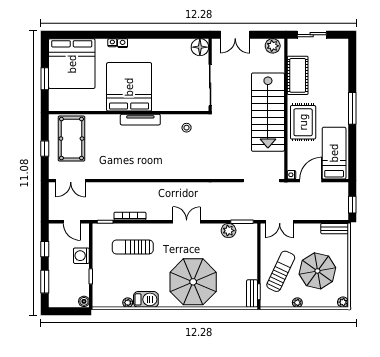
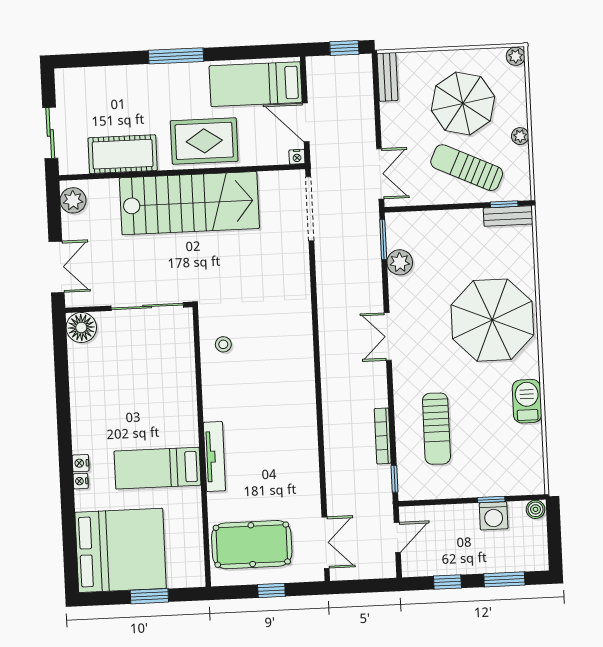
bed: (129, 87) -> (157, 468), width x0.49
tv unit: (140, 120) -> (214, 457), moved
washing machine: (81, 256) -> (494, 516), moved
plant: (128, 303) -> (534, 433), removed

